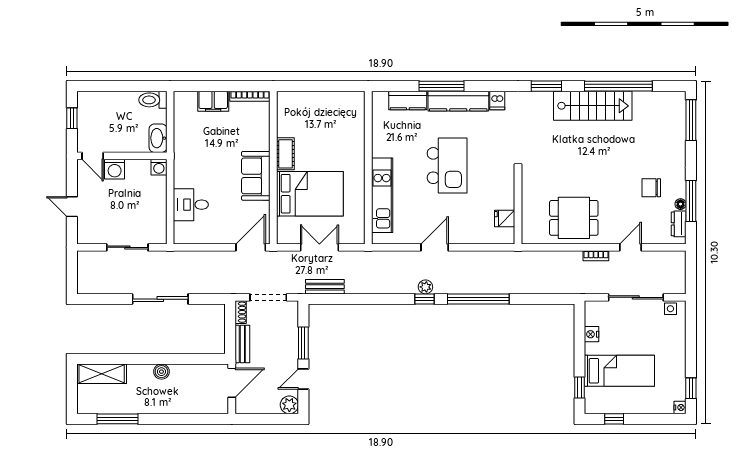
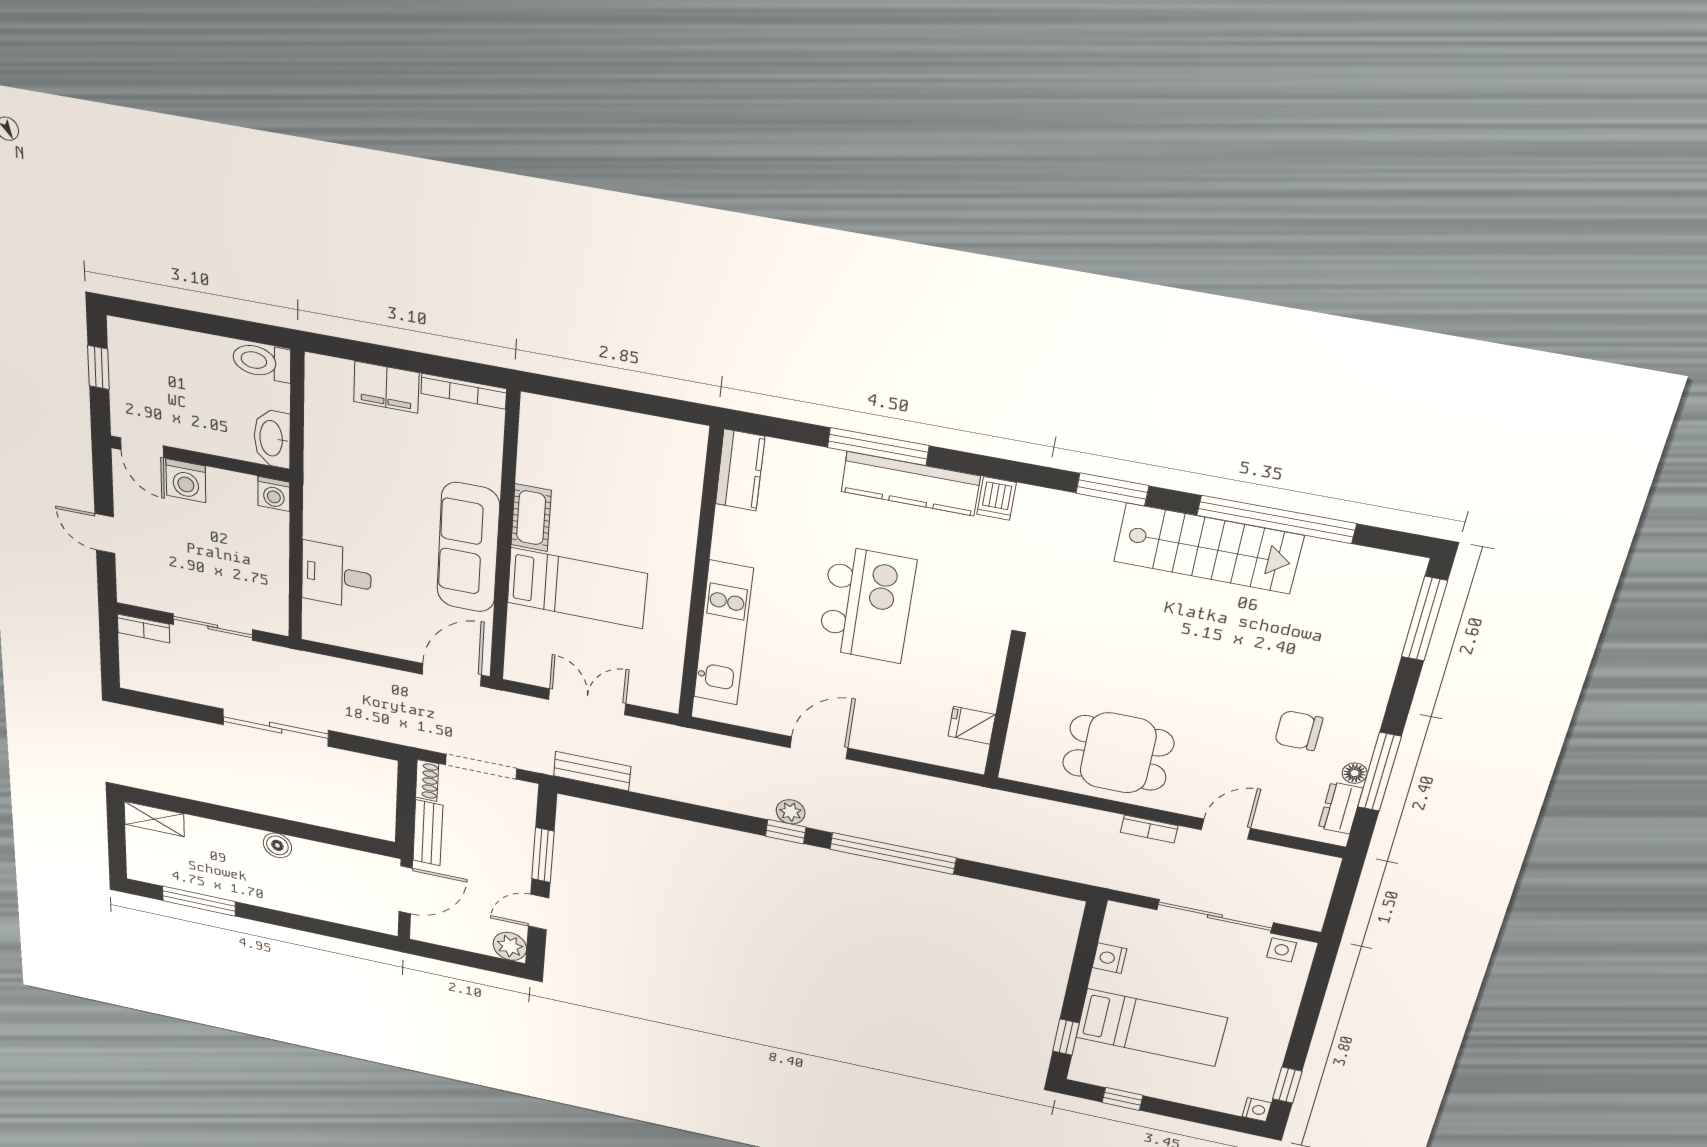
kitchen counter: (408, 100) -> (740, 470), moved, turned -90
sofa: (256, 176) -> (468, 548), width x1.36
bed: (310, 194) -> (577, 588), width x0.67
bookcase: (91, 256) -> (144, 628), added
shelving: (102, 374) -> (154, 819), width x0.67, depth x0.75

